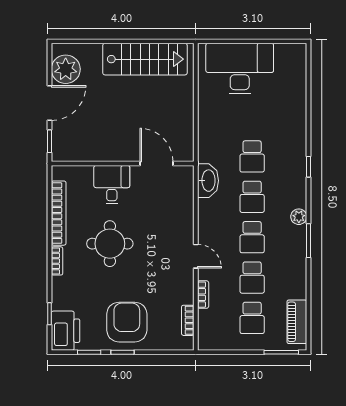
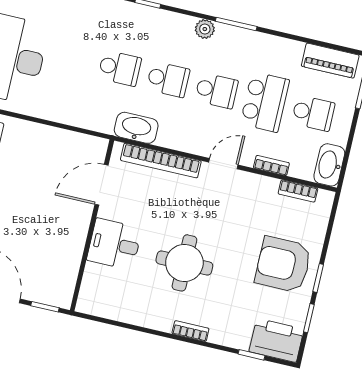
bookcase: (59, 213) -> (161, 161), moved, turned 180
school desk: (252, 278) -> (265, 102), width x1.85
washbasin: (214, 340) -> (329, 165), added

